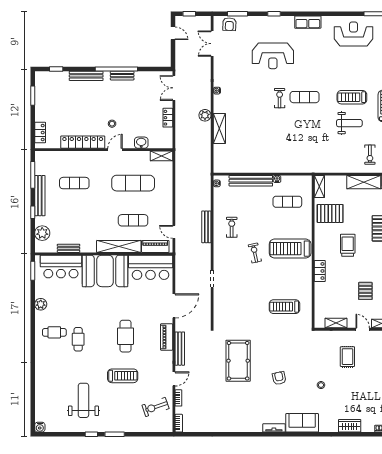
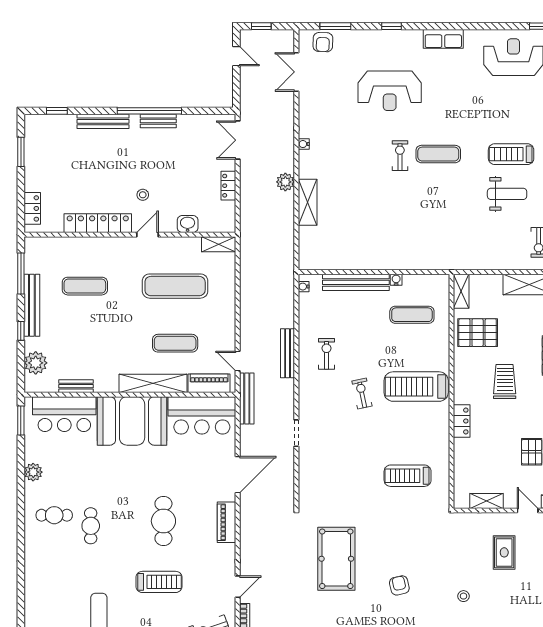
bench: (180, 349) -> (247, 398), moved

